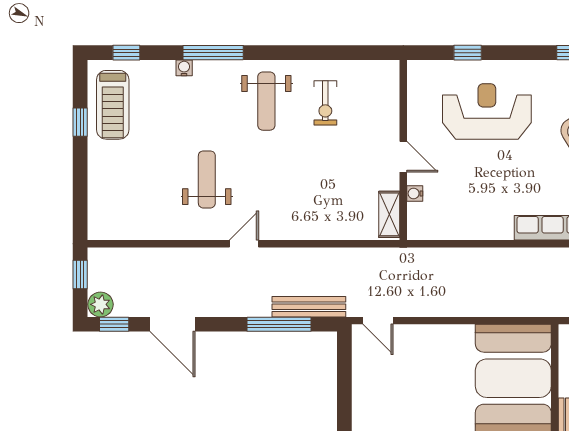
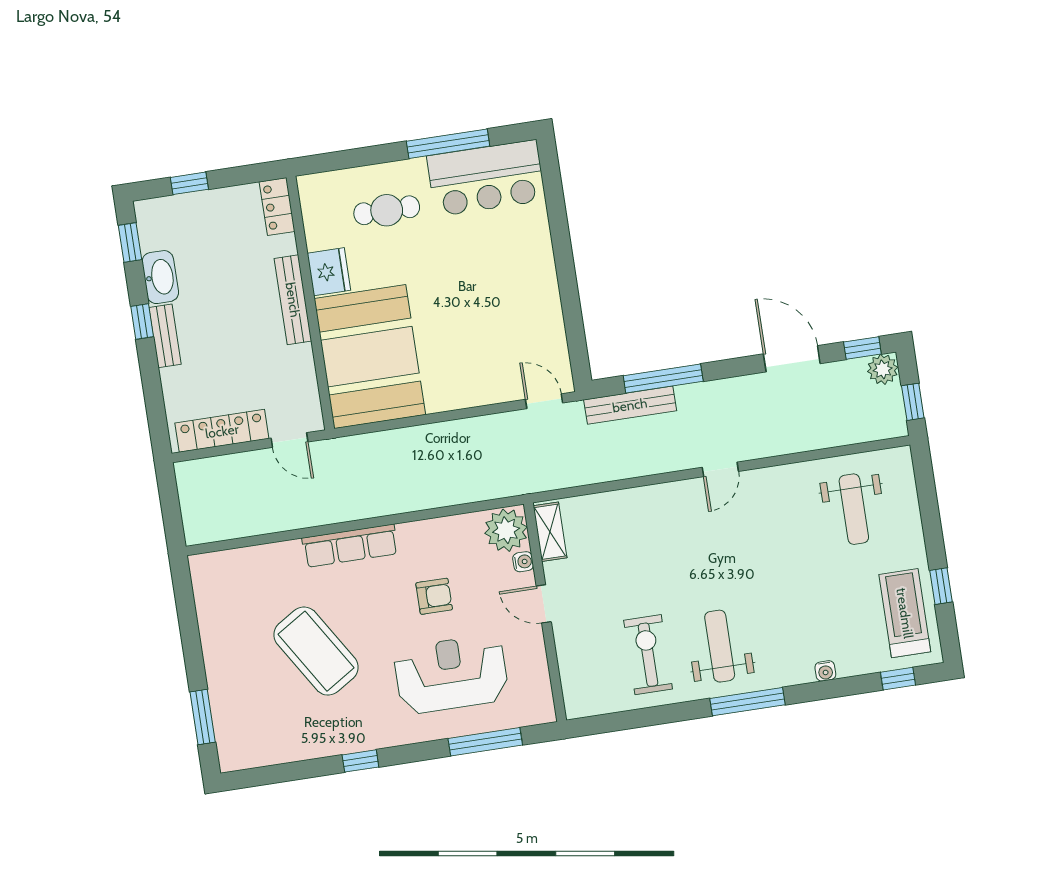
window: (213, 53) -> (748, 702), moved
window: (468, 53) -> (485, 742), width x2.17
exercise bike: (325, 103) -> (648, 655), width x1.38, depth x1.39
reception desk: (487, 112) -> (451, 674), turned 180
armchair: (491, 177) -> (434, 596), added
weight bench: (207, 179) -> (854, 509), moved
plant: (425, 221) -> (506, 530), added

